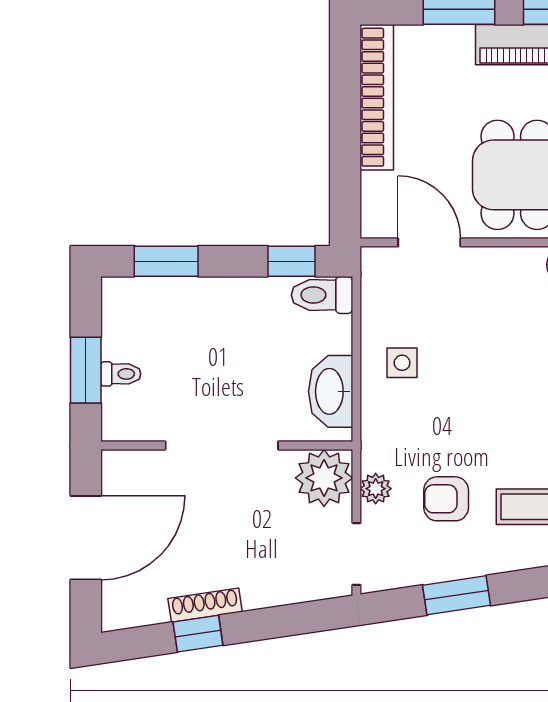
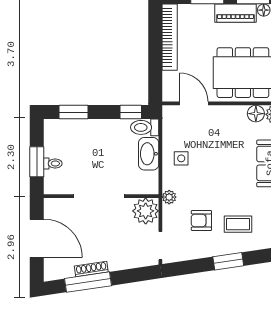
washbasin: (331, 391) -> (149, 154), moved
plant: (376, 489) -> (169, 197), moved
door: (86, 538) -> (37, 238), hinge flipped
window: (457, 595) -> (228, 261), moved
window: (198, 634) -> (88, 282), width x2.17

